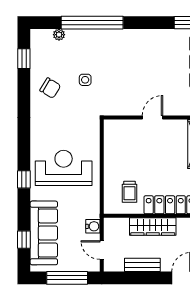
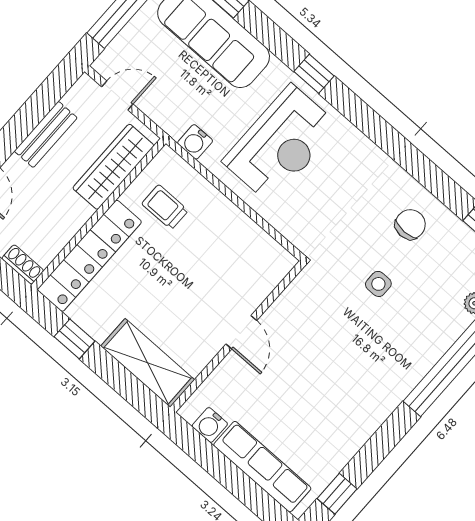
chair: (50, 88) -> (410, 224), turned 149
water cooler: (93, 226) -> (195, 142), moved
wardrobe: (153, 227) -> (113, 167), moved

